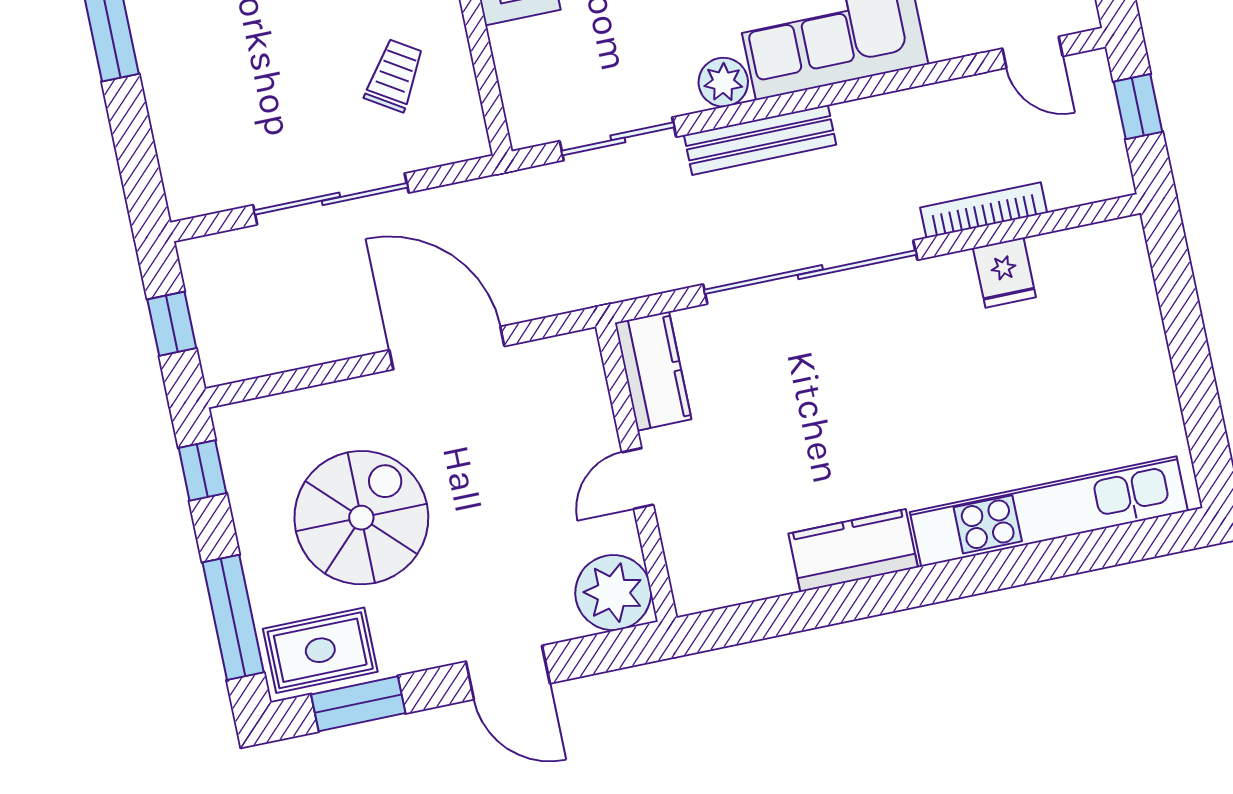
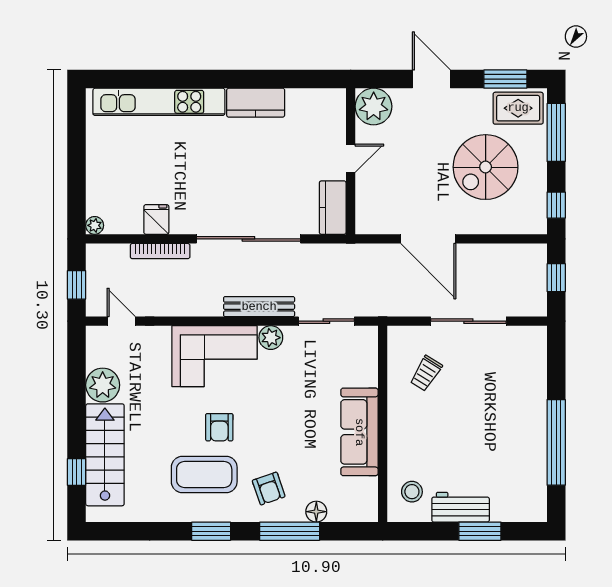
plant: (1127, 234) -> (95, 225), added

